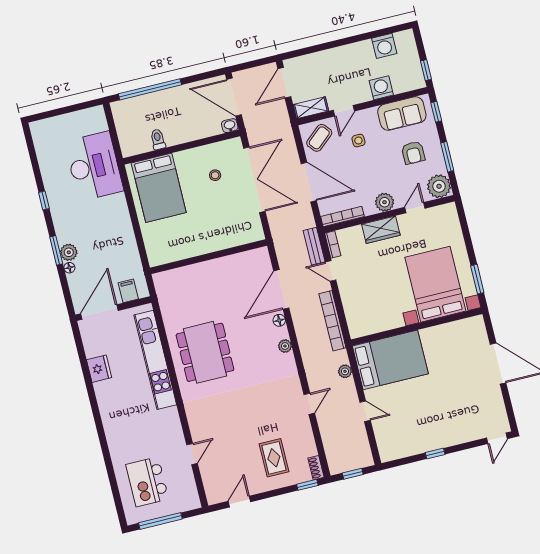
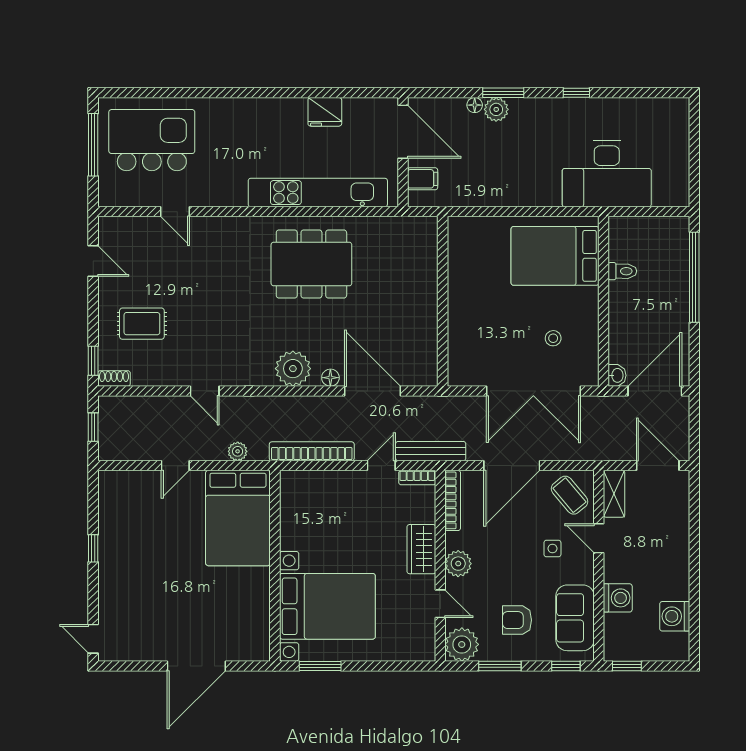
bench: (314, 246) -> (431, 451), width x1.36
plant: (285, 346) -> (293, 369), width x1.88, depth x1.88
kitchen island: (147, 482) -> (152, 140), width x1.37, depth x1.28

